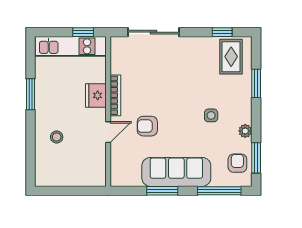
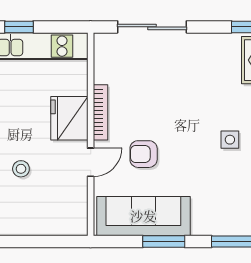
window: (83, 32) -> (19, 27), moved
fridge: (96, 95) -> (69, 118), width x1.36, depth x1.34
sofa: (176, 172) -> (143, 216), moved

